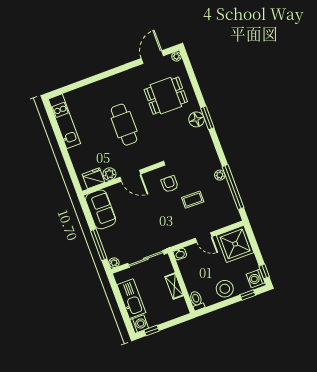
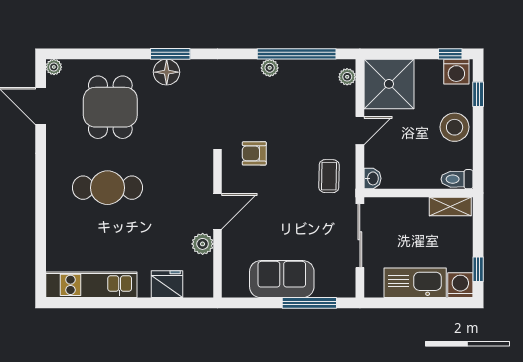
cafe table: (124, 125) -> (107, 188), moved
fridge: (93, 178) -> (167, 284), moved, turned 90
coffee table: (193, 200) -> (329, 176), moved
sofa: (101, 209) -> (282, 279), moved
plant: (114, 263) -> (347, 77), moved
shelving: (174, 286) -> (450, 207), moved

